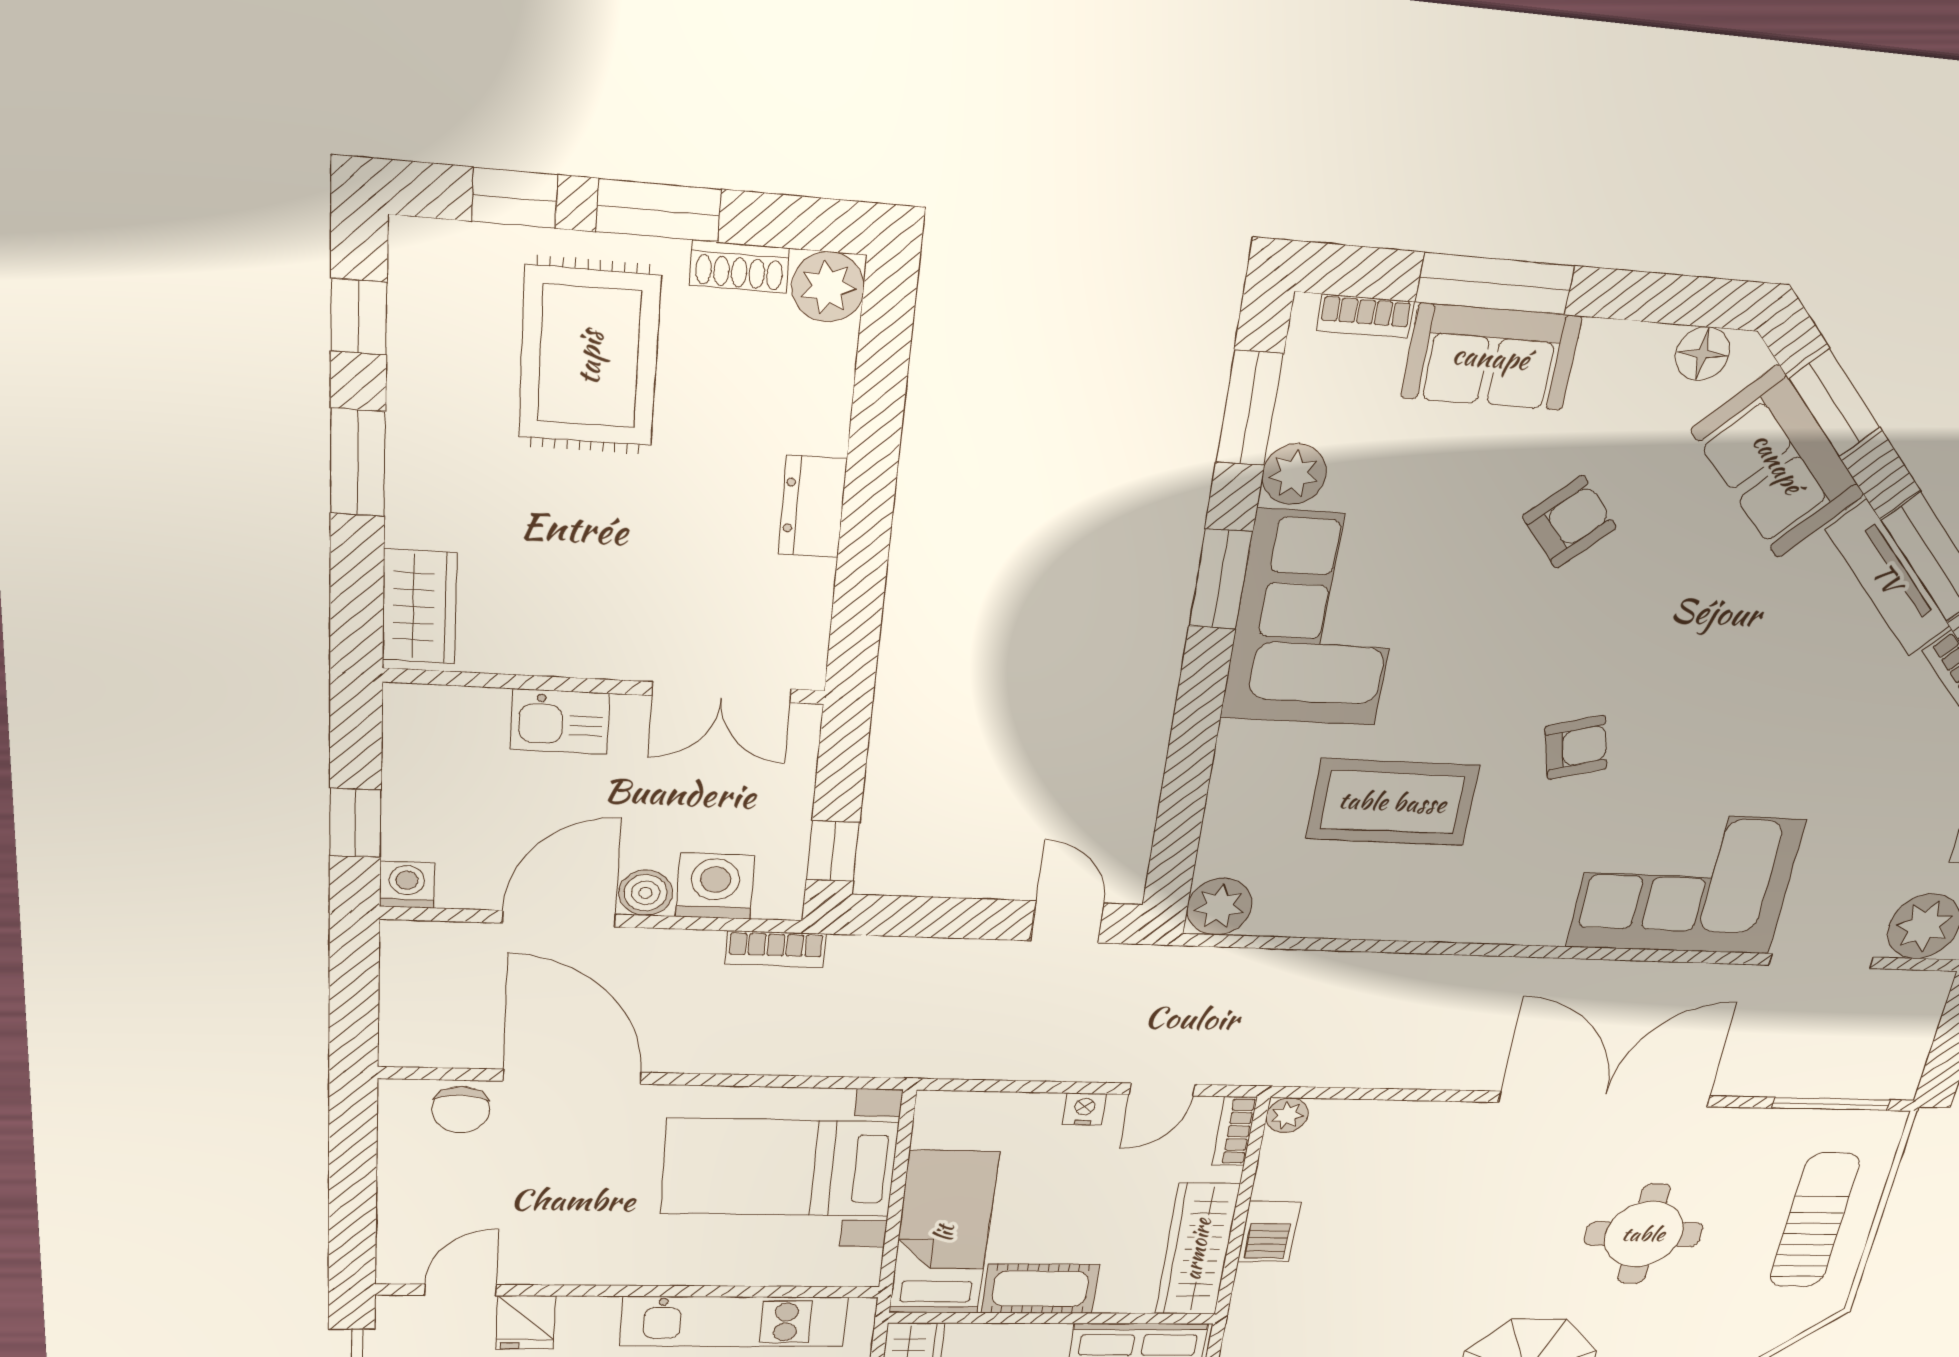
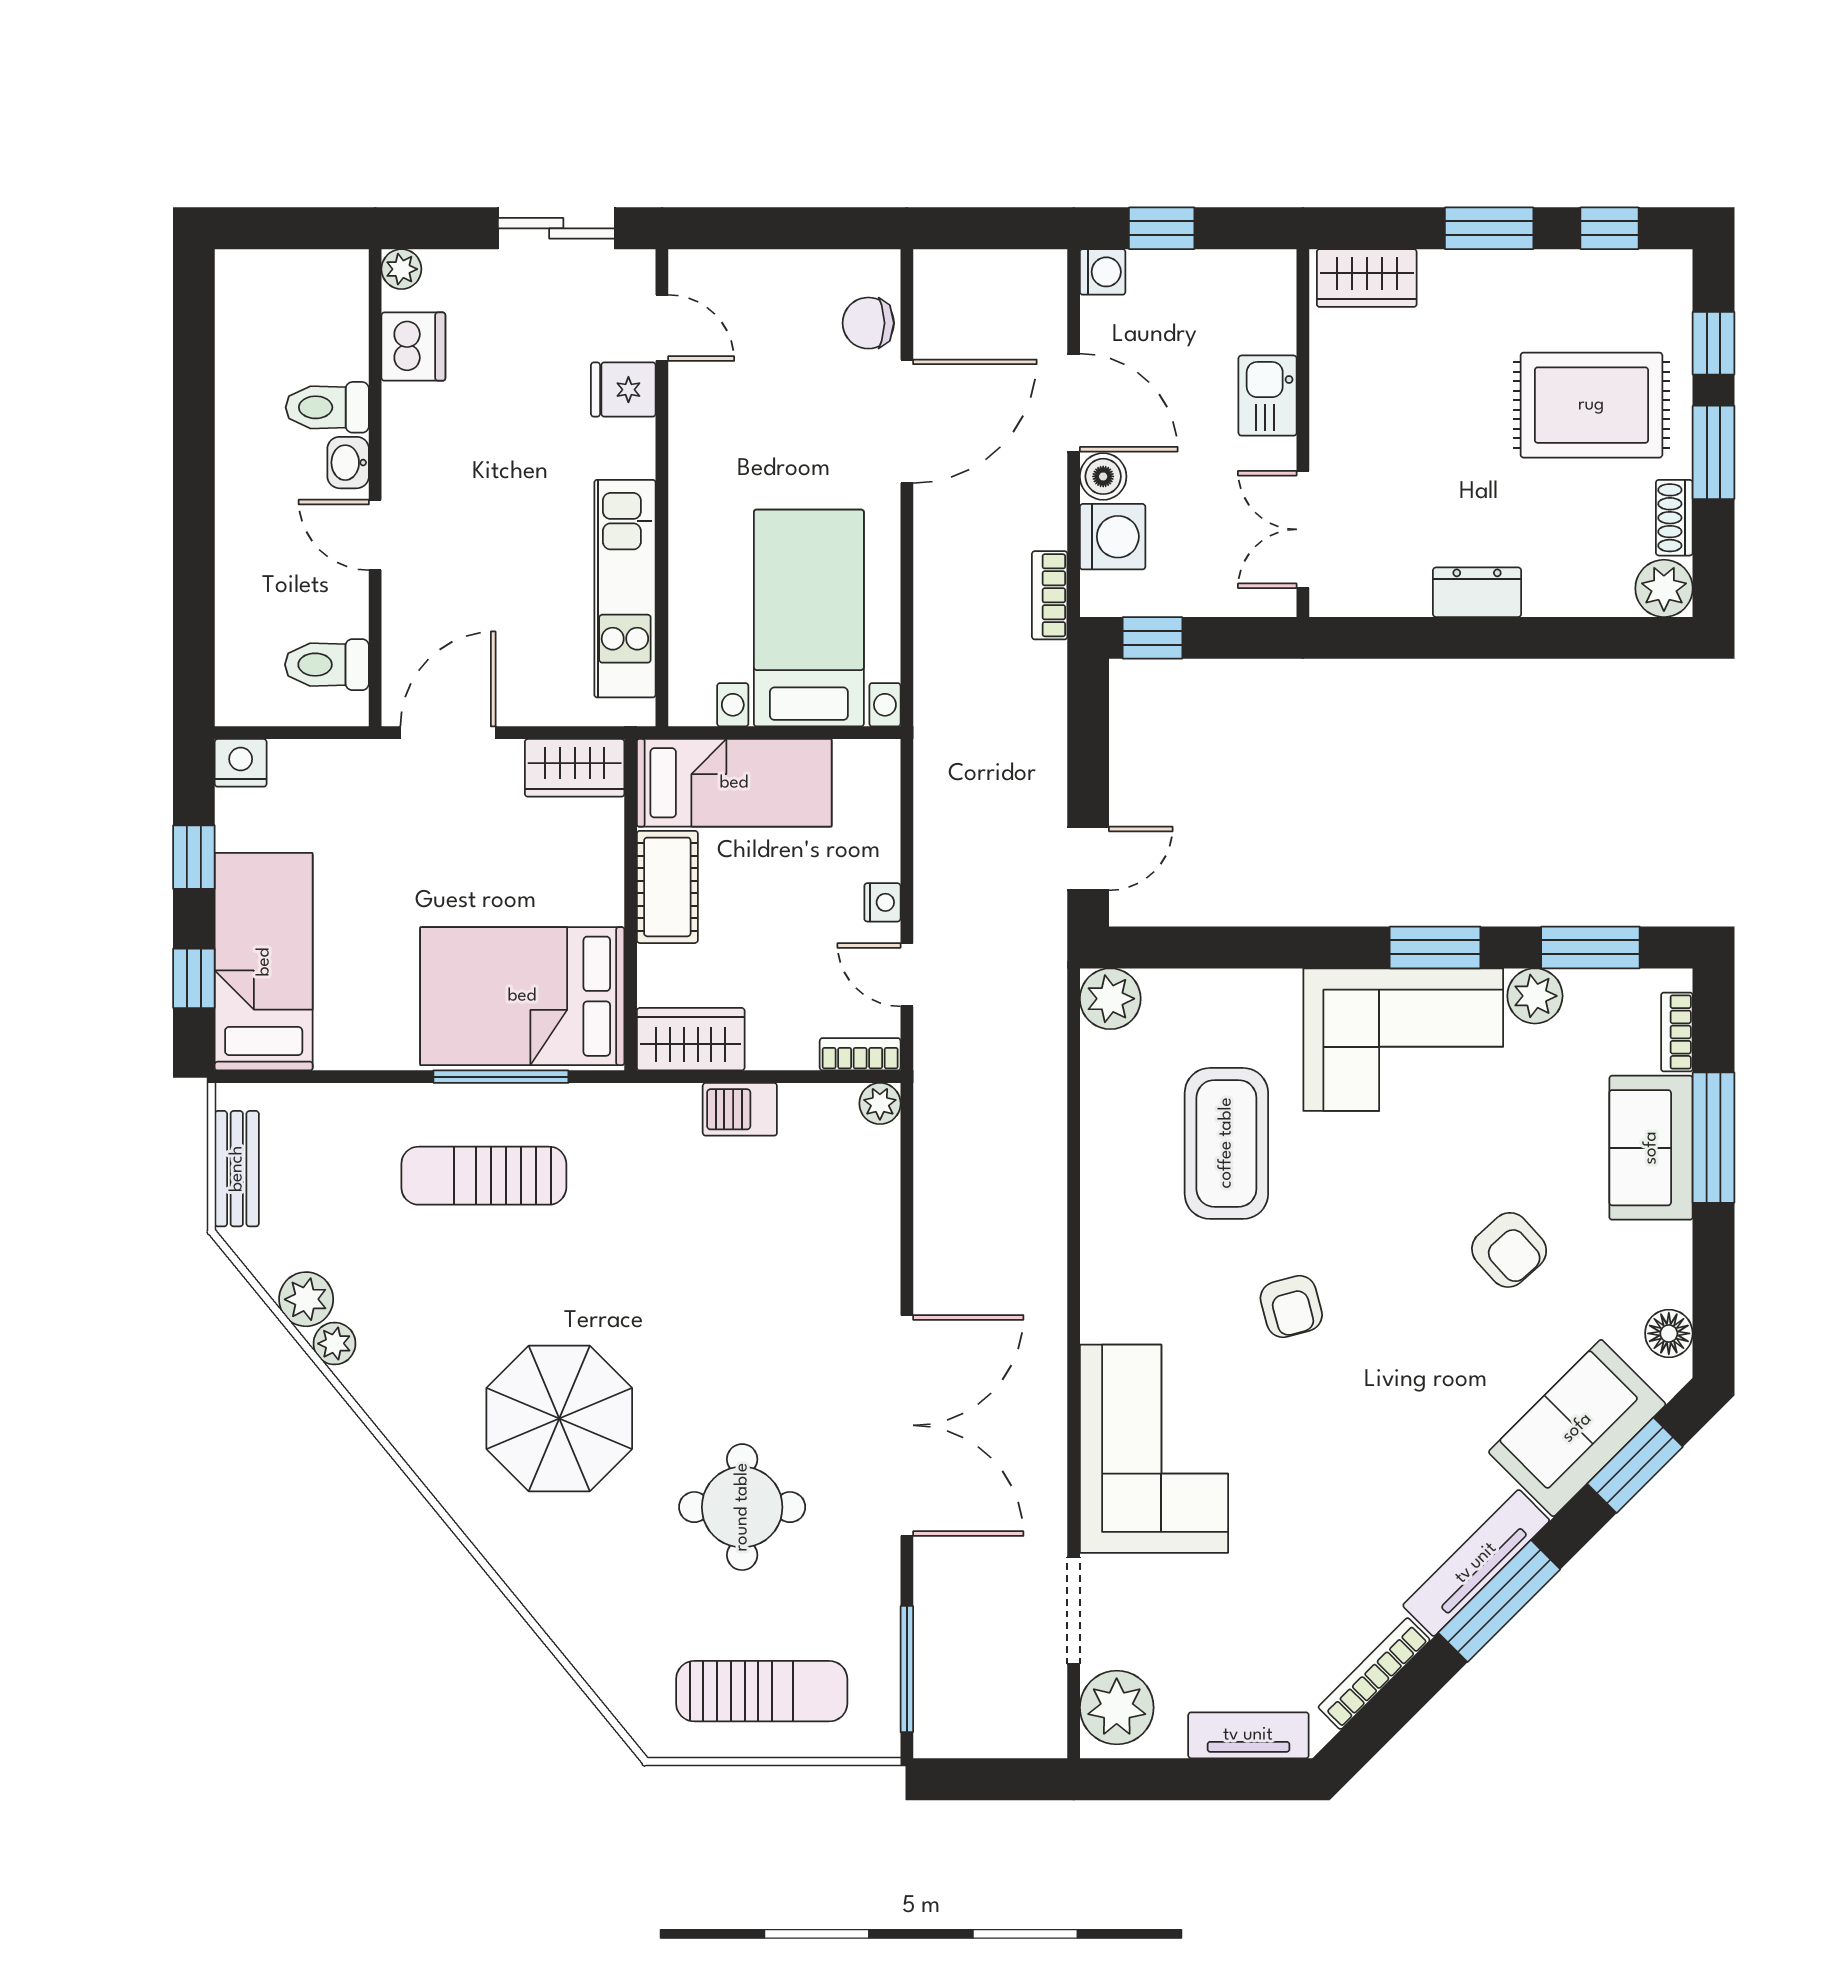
wardrobe: (1197, 1249) -> (691, 1039), width x0.67

